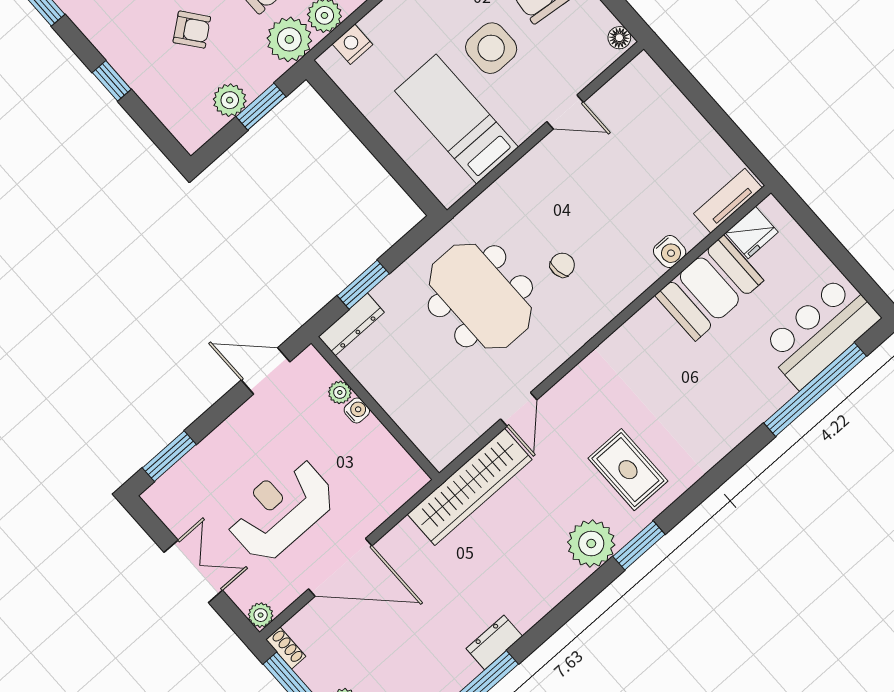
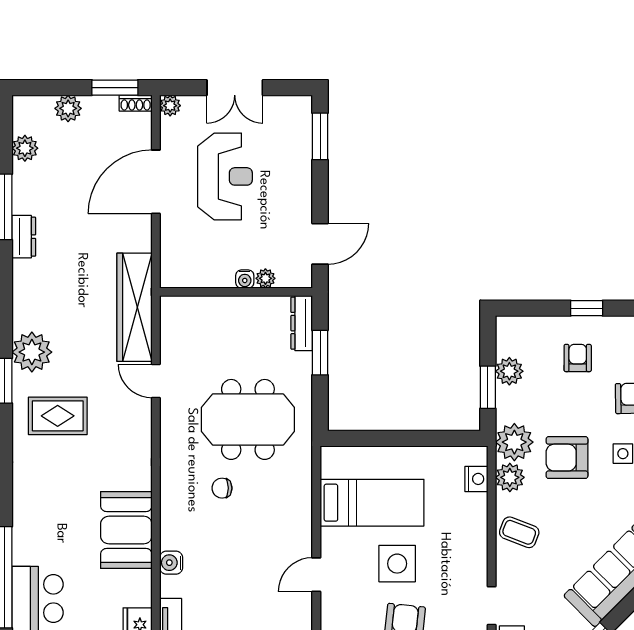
armchair: (192, 30) -> (578, 358), moved, turned 128
chair: (562, 265) -> (222, 488), turned 99
booth: (709, 288) -> (126, 530), moved

